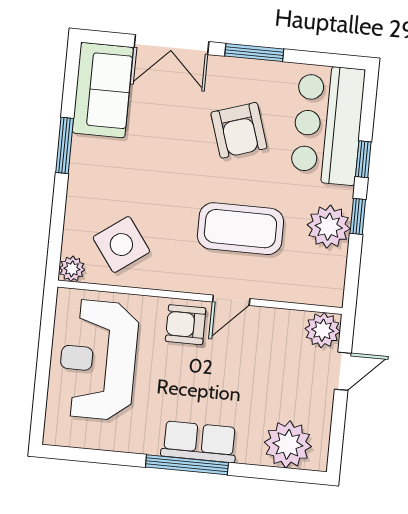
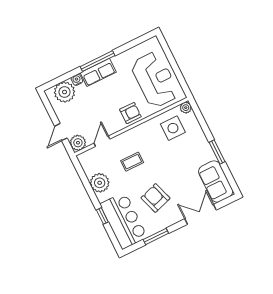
window: (254, 52) -> (156, 236), moved
window: (358, 216) -> (91, 193), removed
coffee table: (240, 229) -> (132, 162), width x0.54, depth x0.58
side table: (121, 245) -> (173, 128), turned 36
door: (231, 300) -> (102, 141), moved
water cooler: (249, 453) -> (77, 80), added

